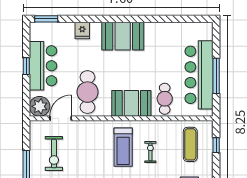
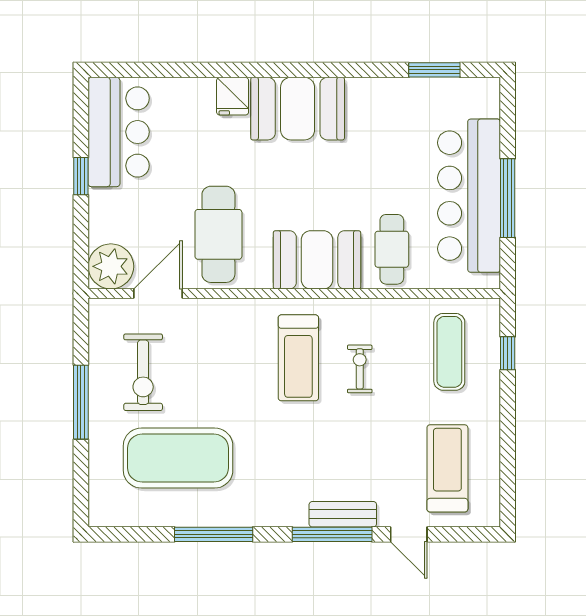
window: (46, 19) -> (434, 70), moved
fridge: (82, 31) -> (233, 96), moved
bar counter: (43, 66) -> (119, 132), moved

